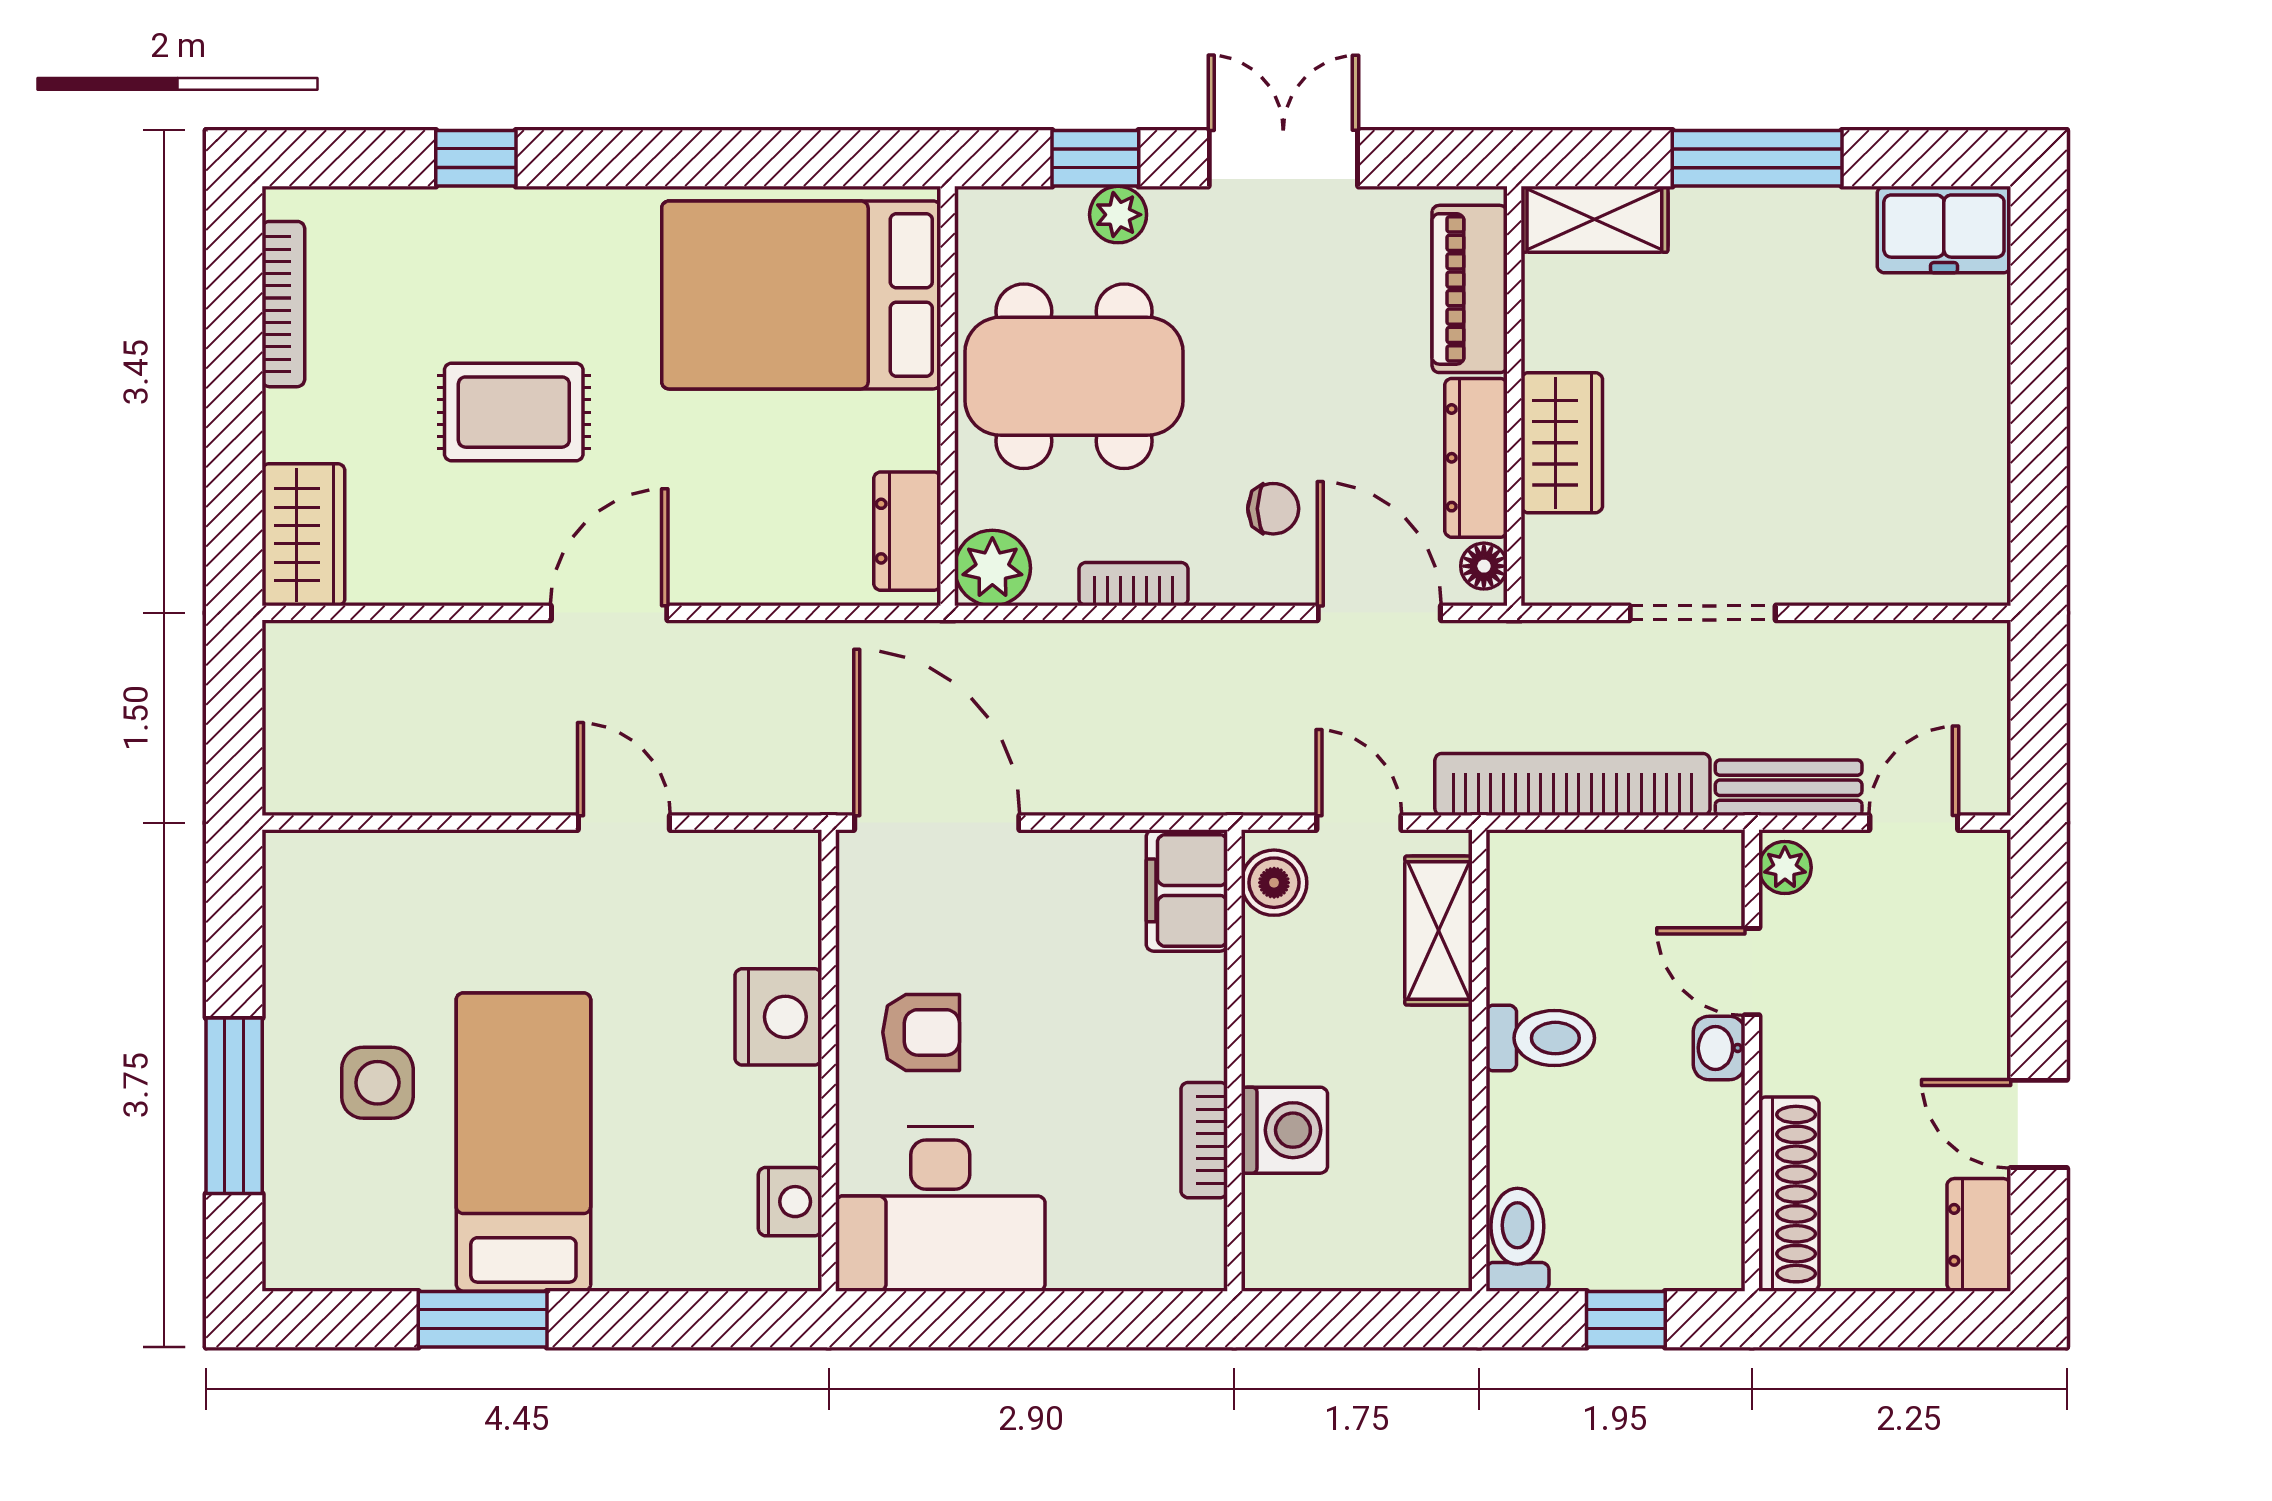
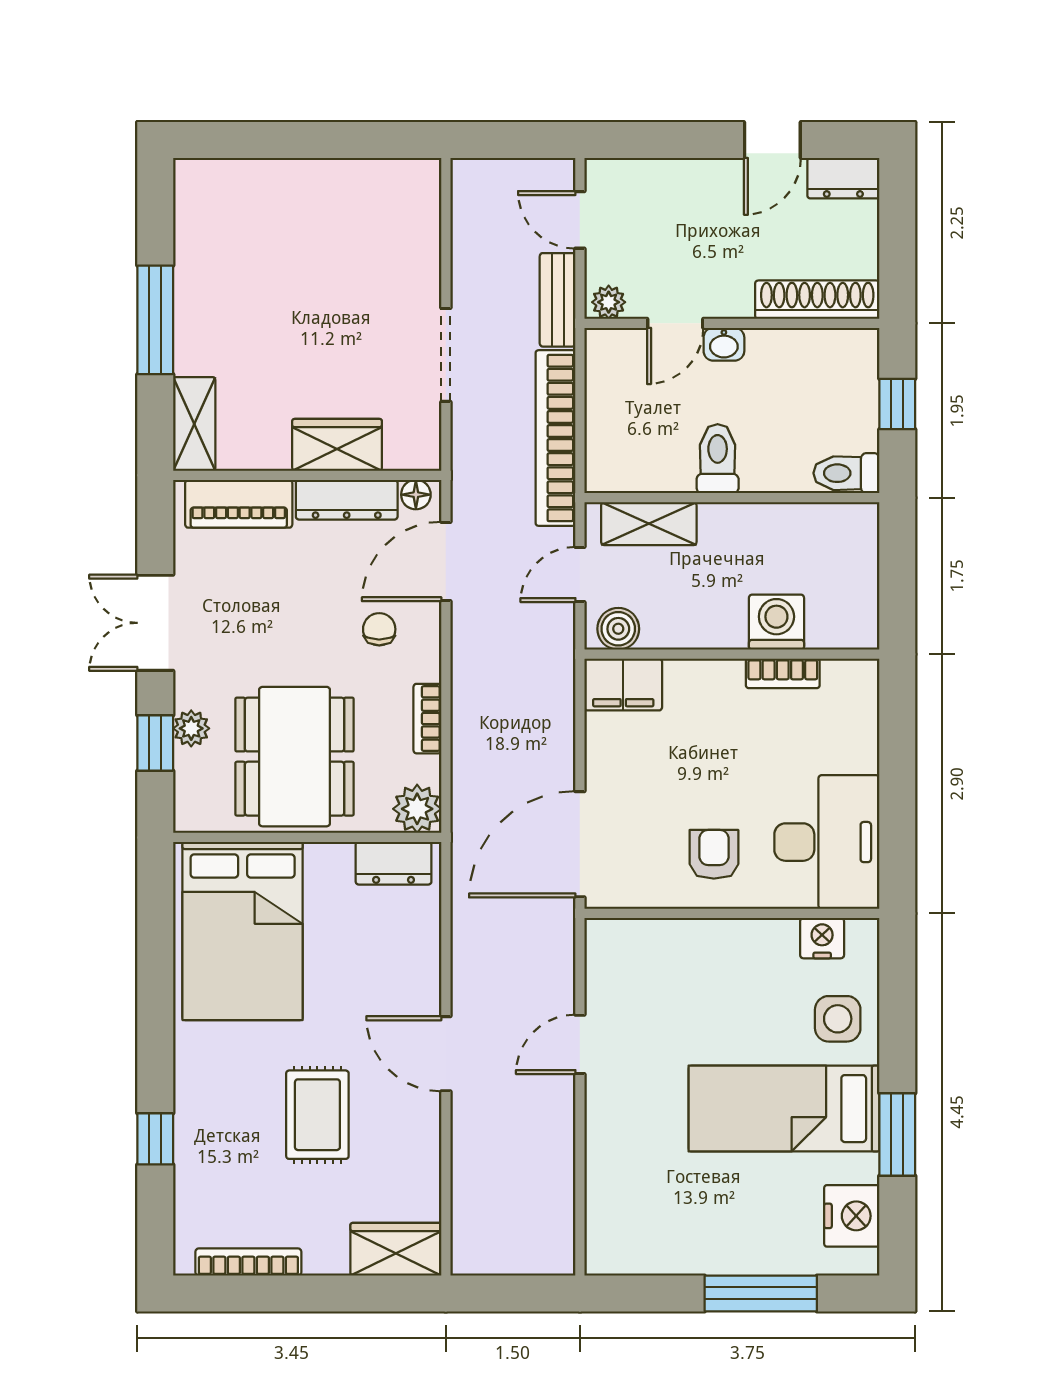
freezer: (1944, 230) -> (201, 201), removed
nightstand: (778, 1017) -> (852, 1216), moved, turned 90
side table: (377, 1083) -> (838, 1019), moved

